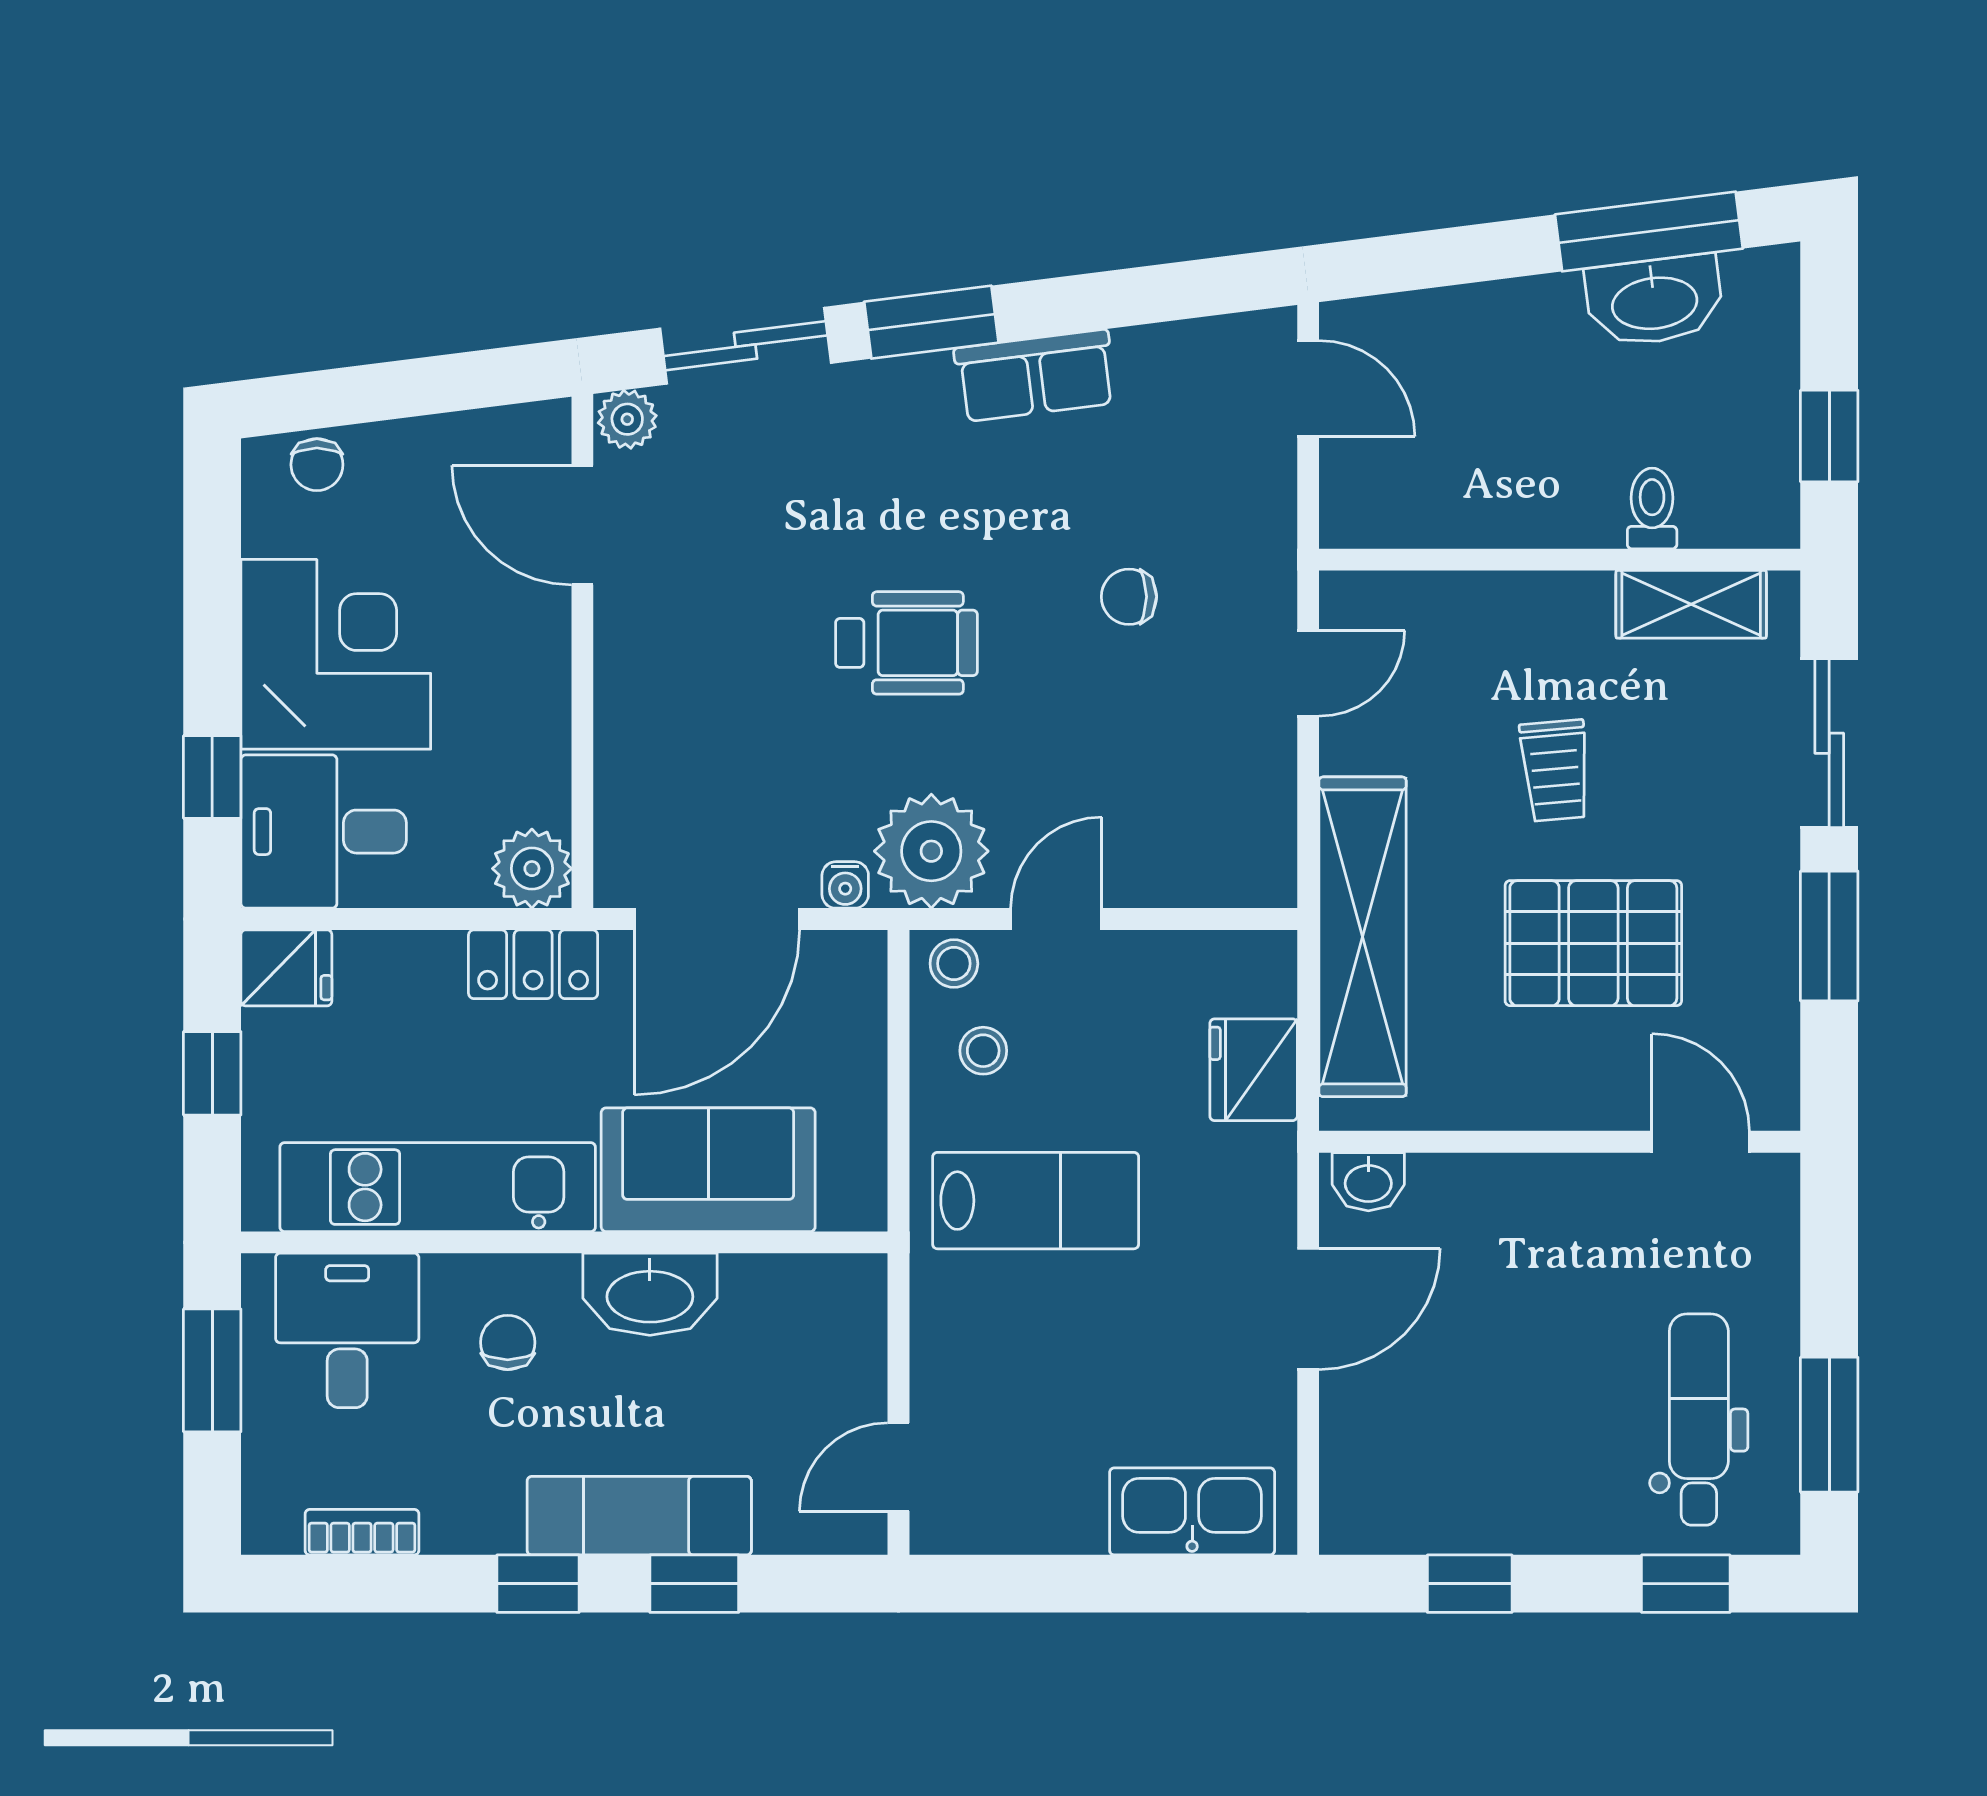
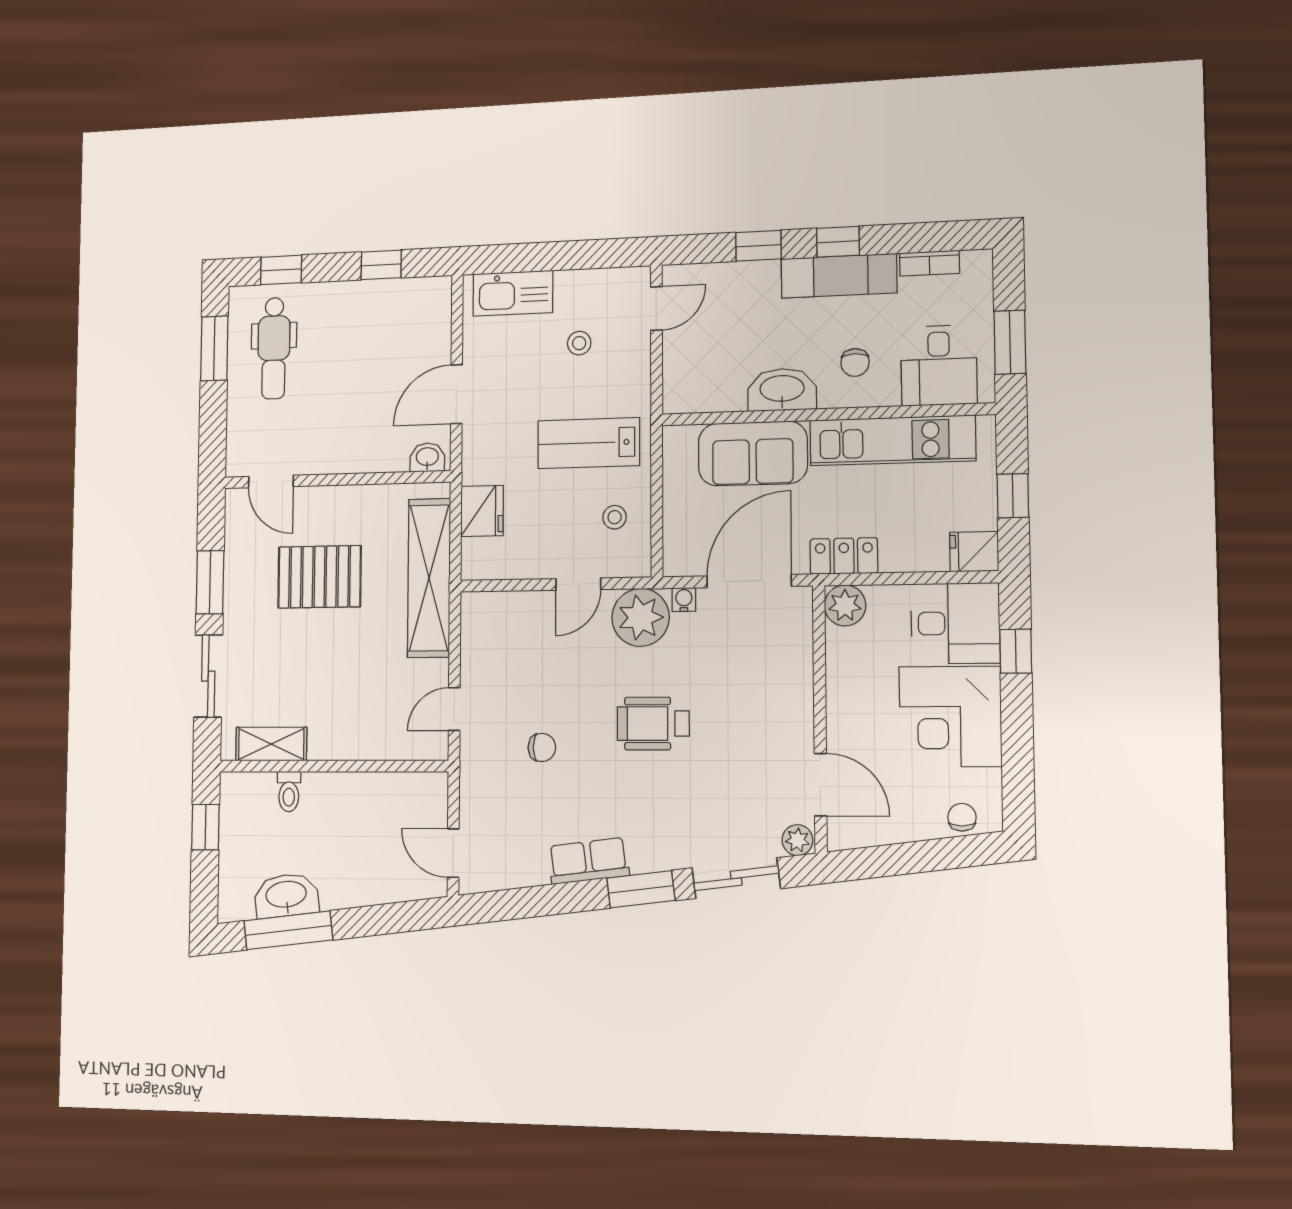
trolley: (1555, 770) -> (336, 661), removed
stool: (954, 964) -> (579, 343), moved
exam couch: (639, 1516) -> (839, 276), moved

